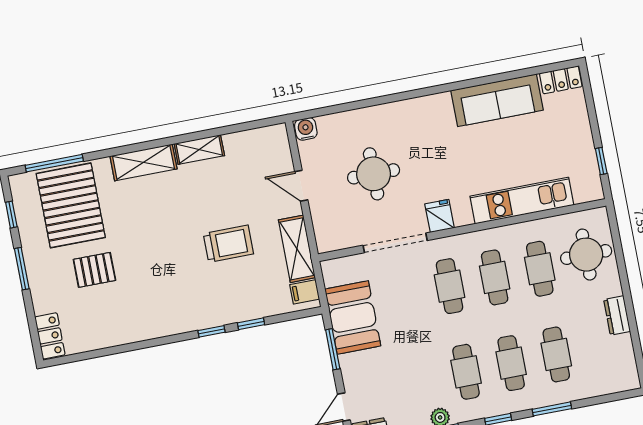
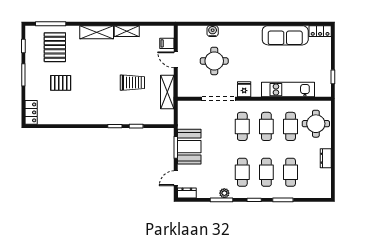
water cooler: (306, 129) -> (213, 31), moved
pallet: (71, 205) -> (55, 47), width x0.73, depth x0.71
filing cabinet: (305, 292) -> (167, 43), moved
booth: (353, 317) -> (189, 147), moved

